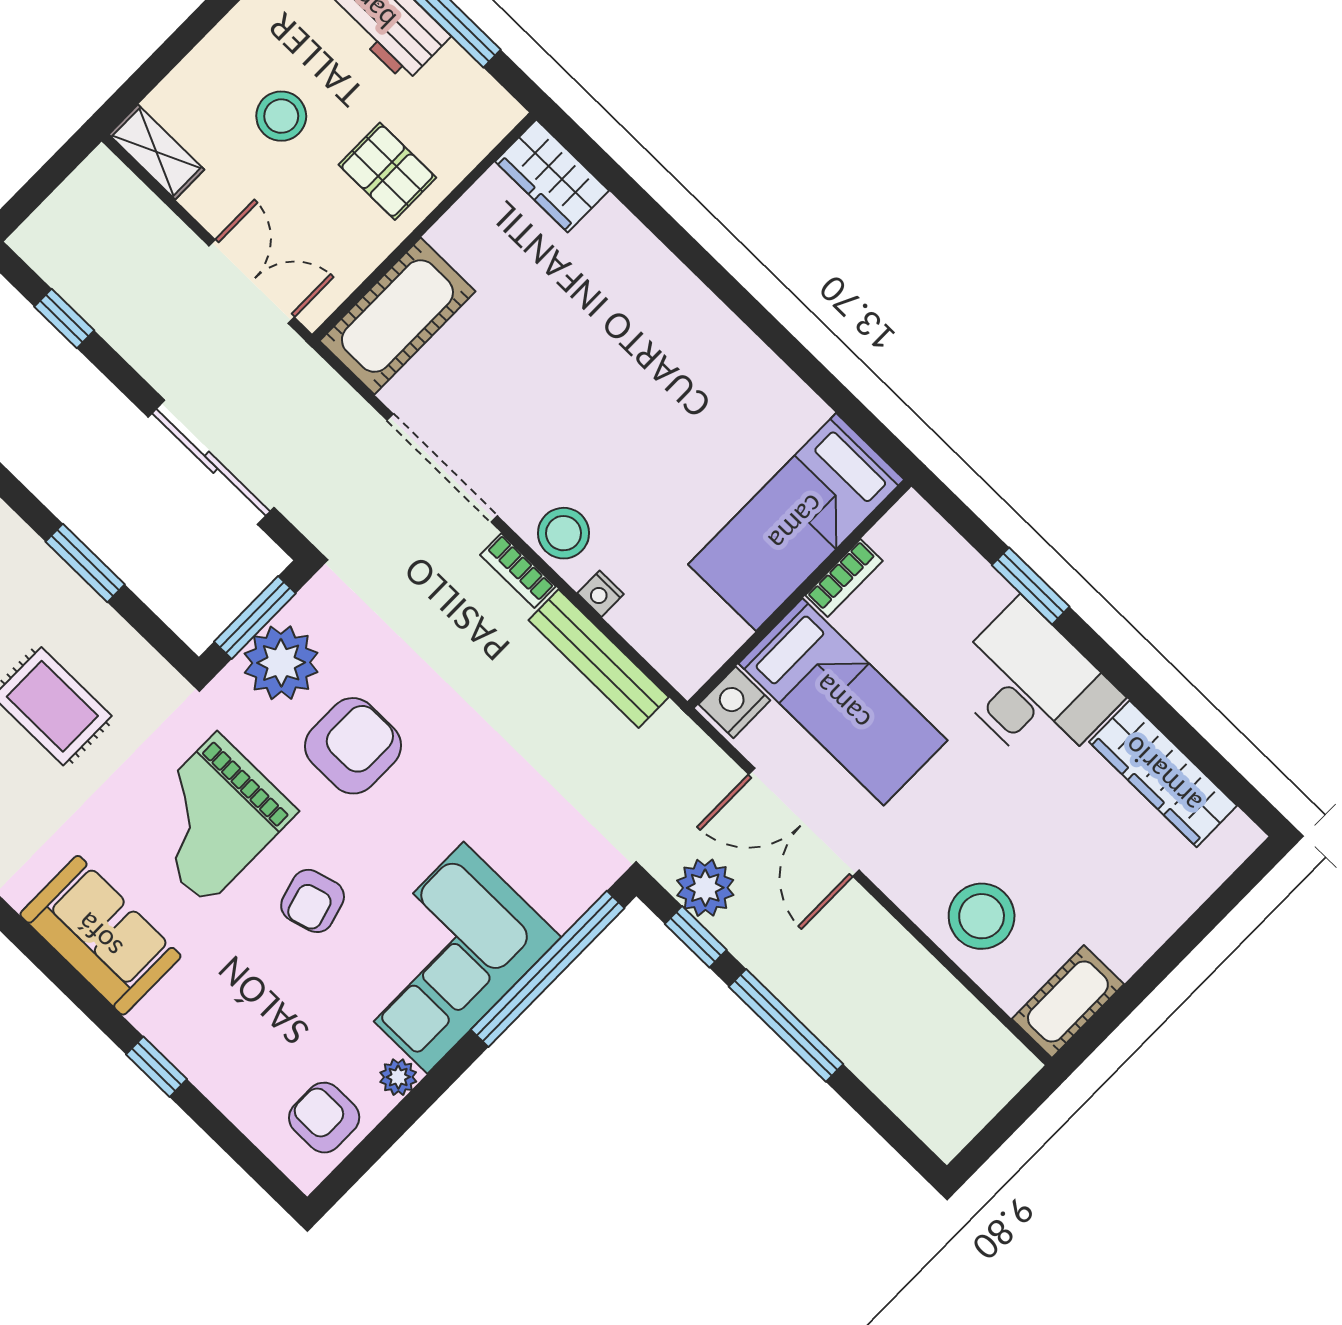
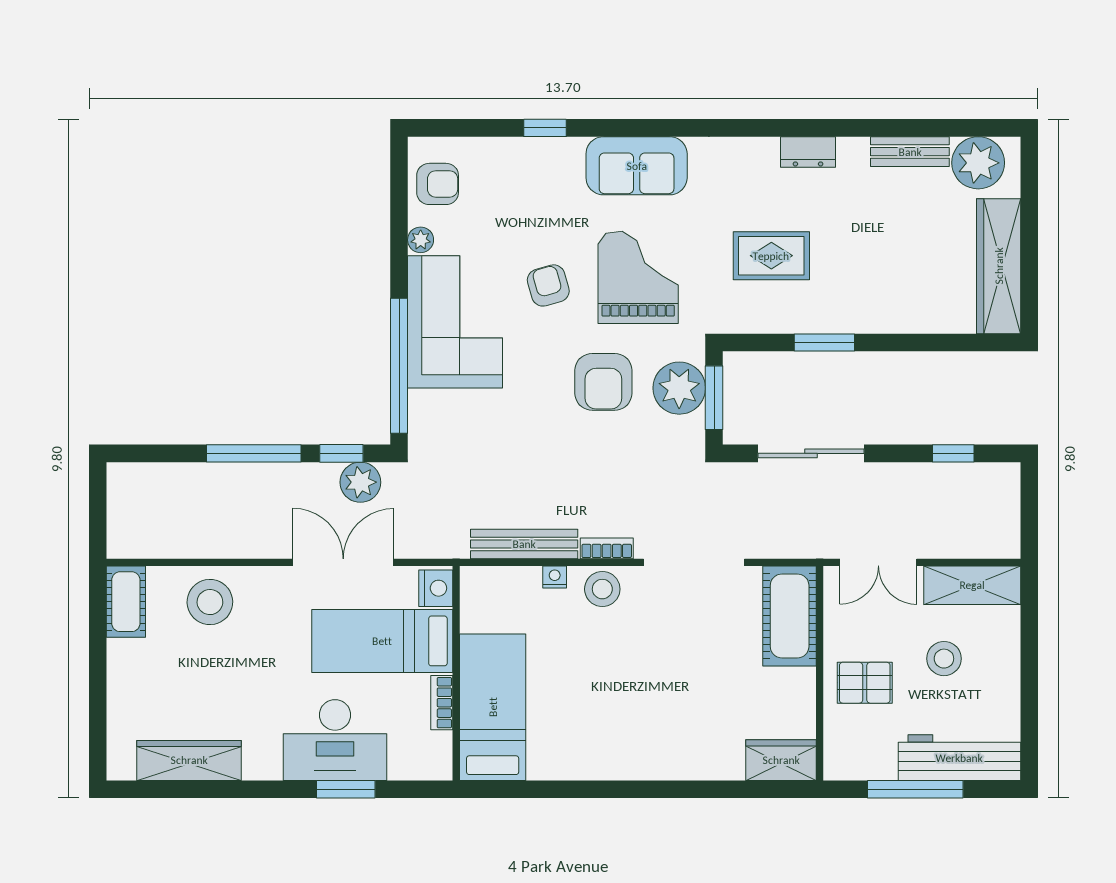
shelving: (156, 152) -> (972, 585), width x1.50, depth x1.33
desk: (1033, 687) -> (335, 740), moved

